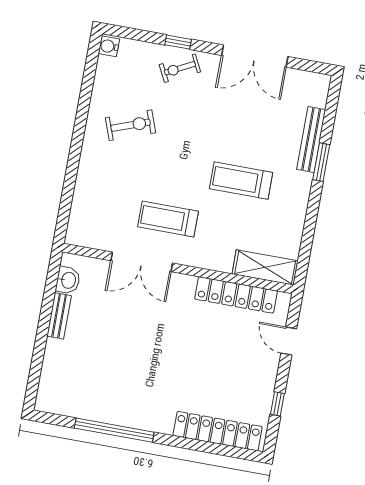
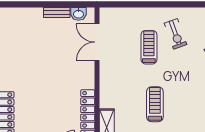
treadmill: (168, 219) -> (149, 47), moved
double door: (142, 262) -> (97, 42), moved

